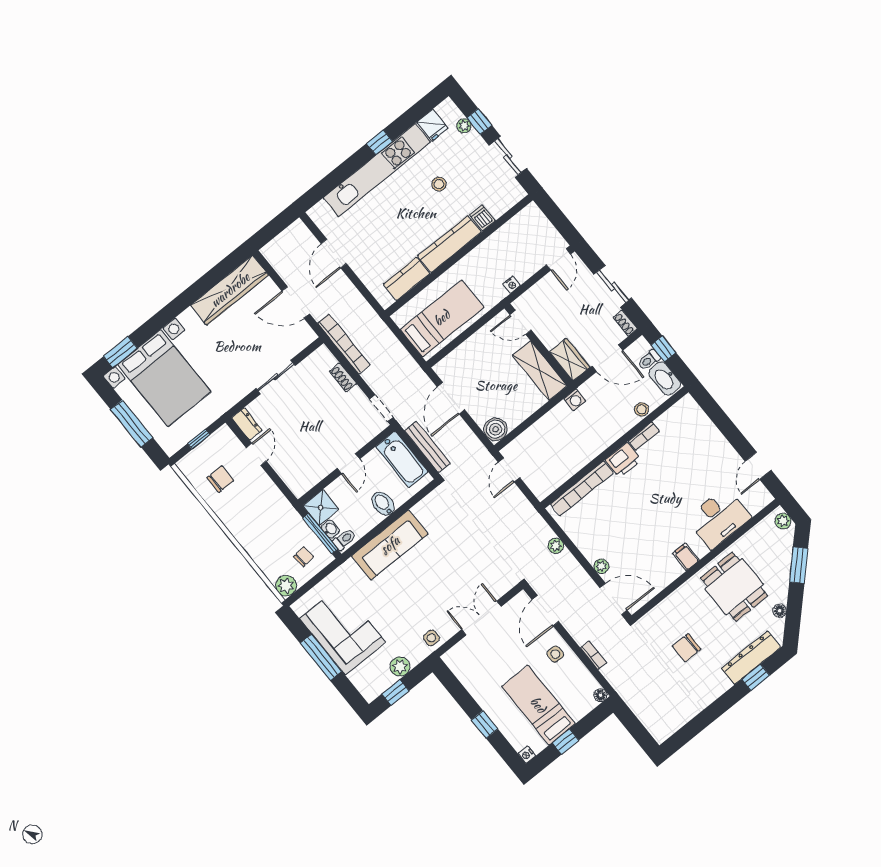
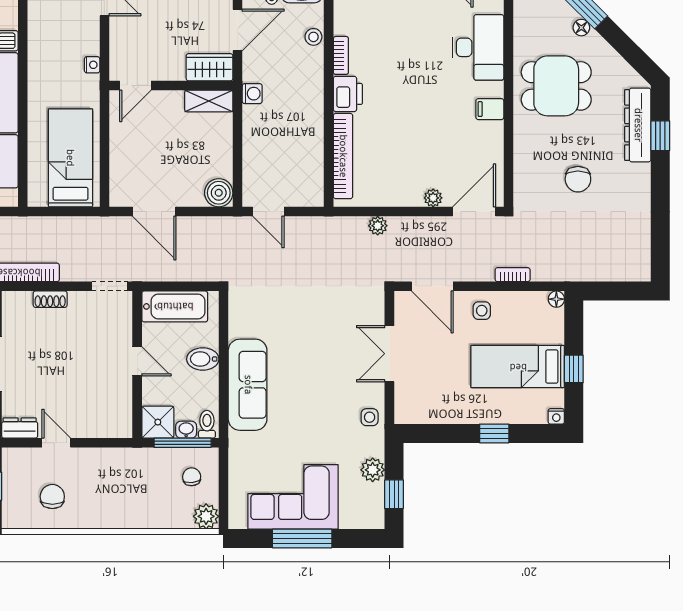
shelving: (540, 371) -> (209, 101), width x0.67, depth x0.75
bench: (427, 447) -> (183, 272), removed
floor lamp: (780, 611) -> (581, 28), moved

